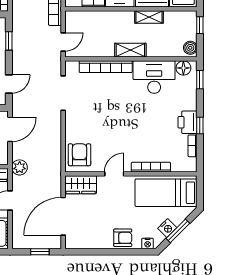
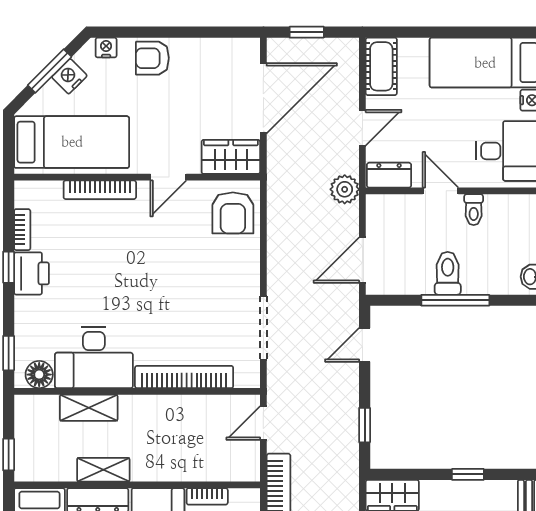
boiler: (190, 48) -> (26, 412), removed
shelving: (130, 50) -> (89, 408), moved

